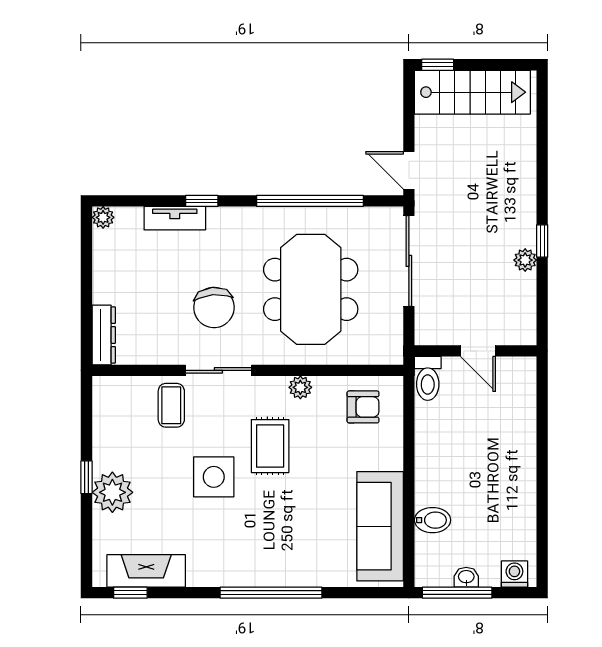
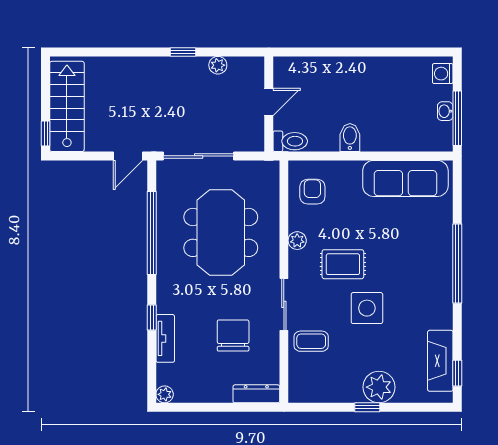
plant: (525, 260) -> (218, 65), moved
meeting table: (311, 289) -> (221, 232), turned 90
chair: (214, 308) -> (233, 335), moved, turned -85
bidet: (433, 520) -> (350, 137), moved

